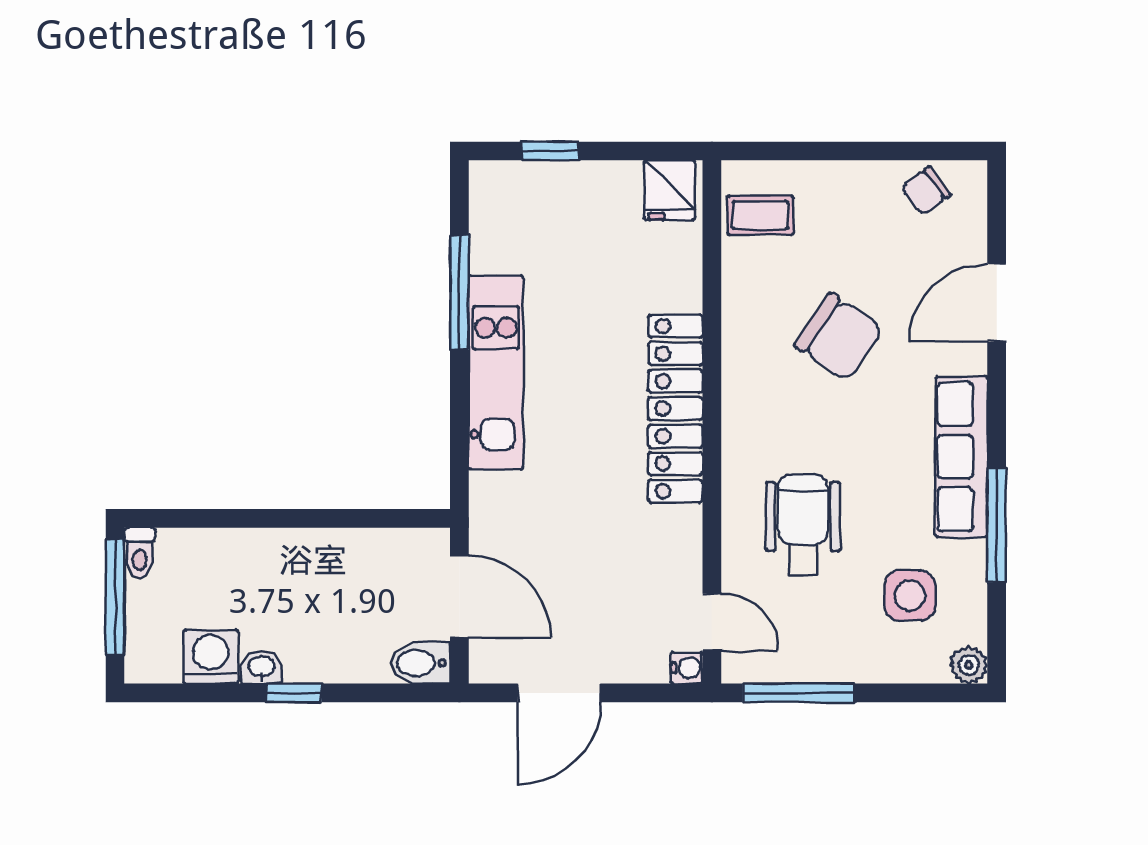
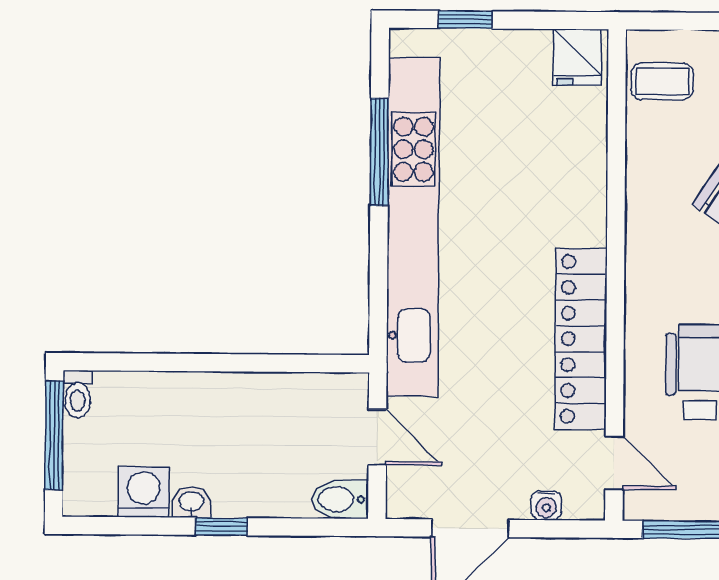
kitchen unit: (496, 372) -> (413, 227), width x1.86
locker: (675, 409) -> (581, 339), moved
door: (459, 596) -> (377, 437), width x0.73
water cooler: (687, 668) -> (546, 505), moved, turned 90

